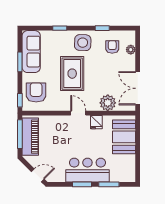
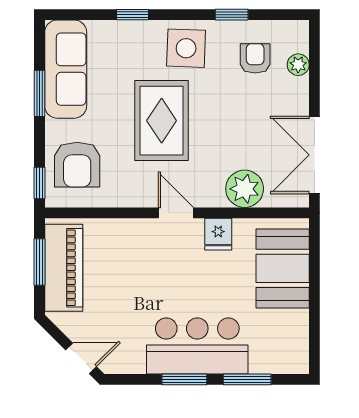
armchair: (36, 92) -> (77, 165), turned 180
window: (20, 134) -> (39, 262), width x0.69

